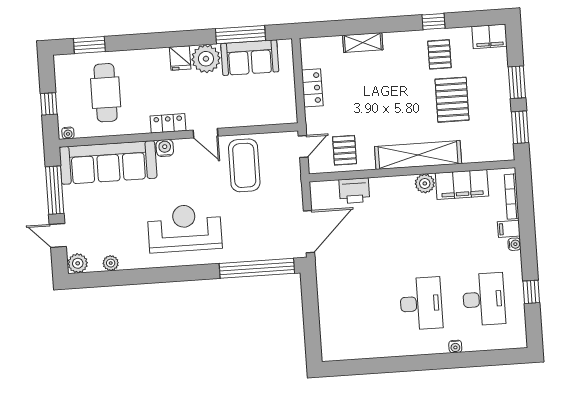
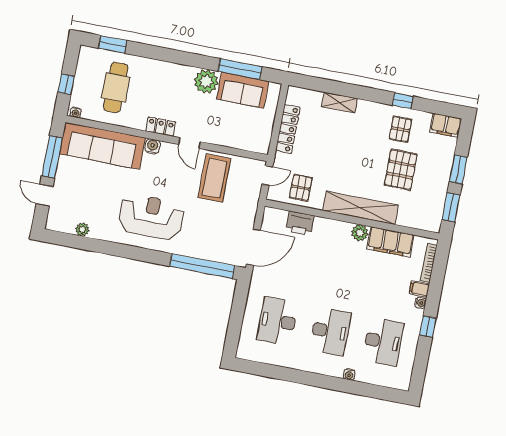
fridge: (180, 58) -> (185, 75), removed
locker: (312, 88) -> (288, 129), width x1.53
plant: (78, 263) -> (55, 222), removed
window: (531, 292) -> (428, 327), moved
desk: (358, 308) -> (277, 321), added

